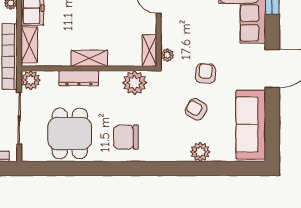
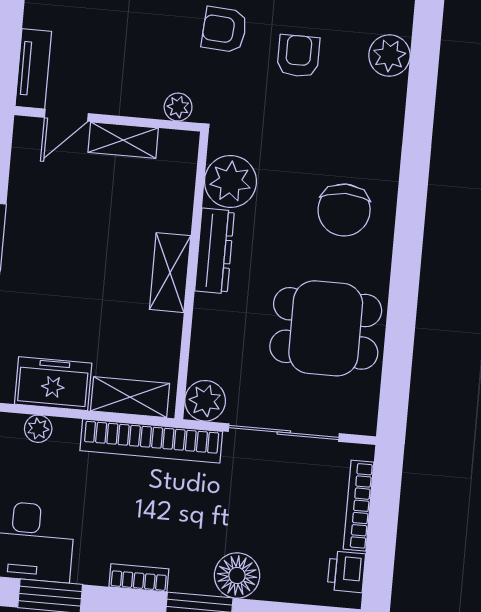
shelving: (149, 50) -> (123, 140), moved
dresser: (79, 78) -> (215, 251), moved
armchair: (196, 109) -> (298, 56), turned 149

